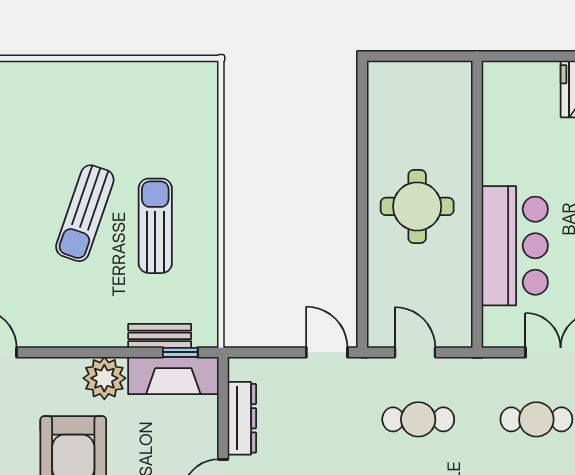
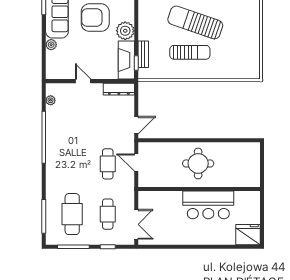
sun lounger: (85, 213) -> (195, 22), width x1.36, depth x1.34
bar counter: (515, 246) -> (208, 205), moved
door: (415, 352) -> (136, 163), swing flipped
dresser: (242, 418) -> (119, 89), moved

